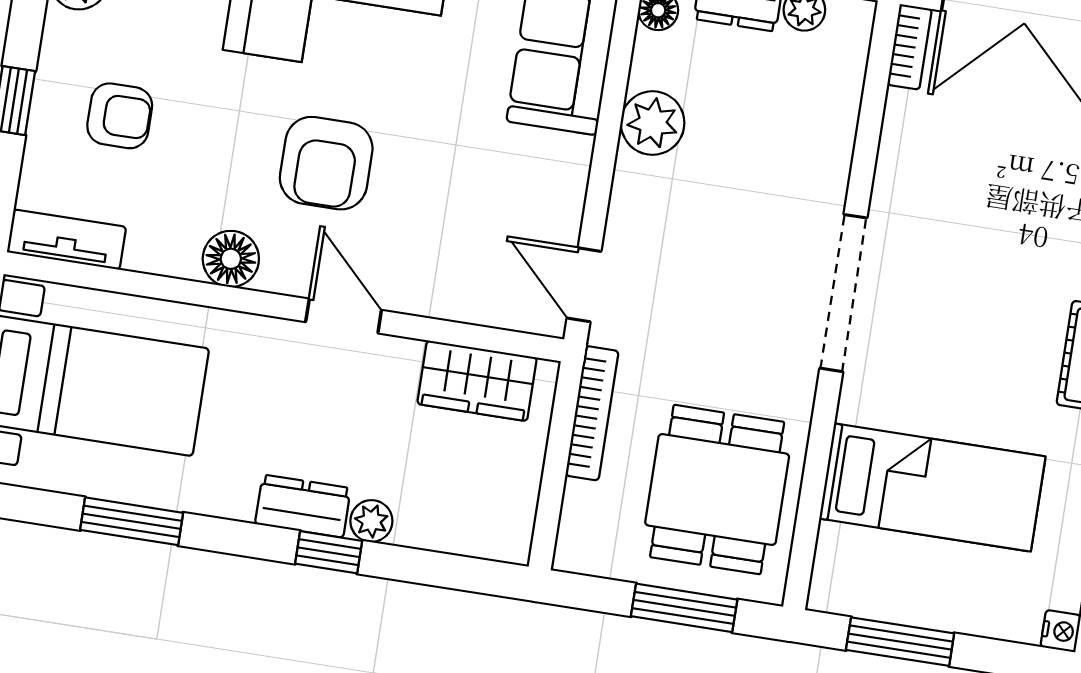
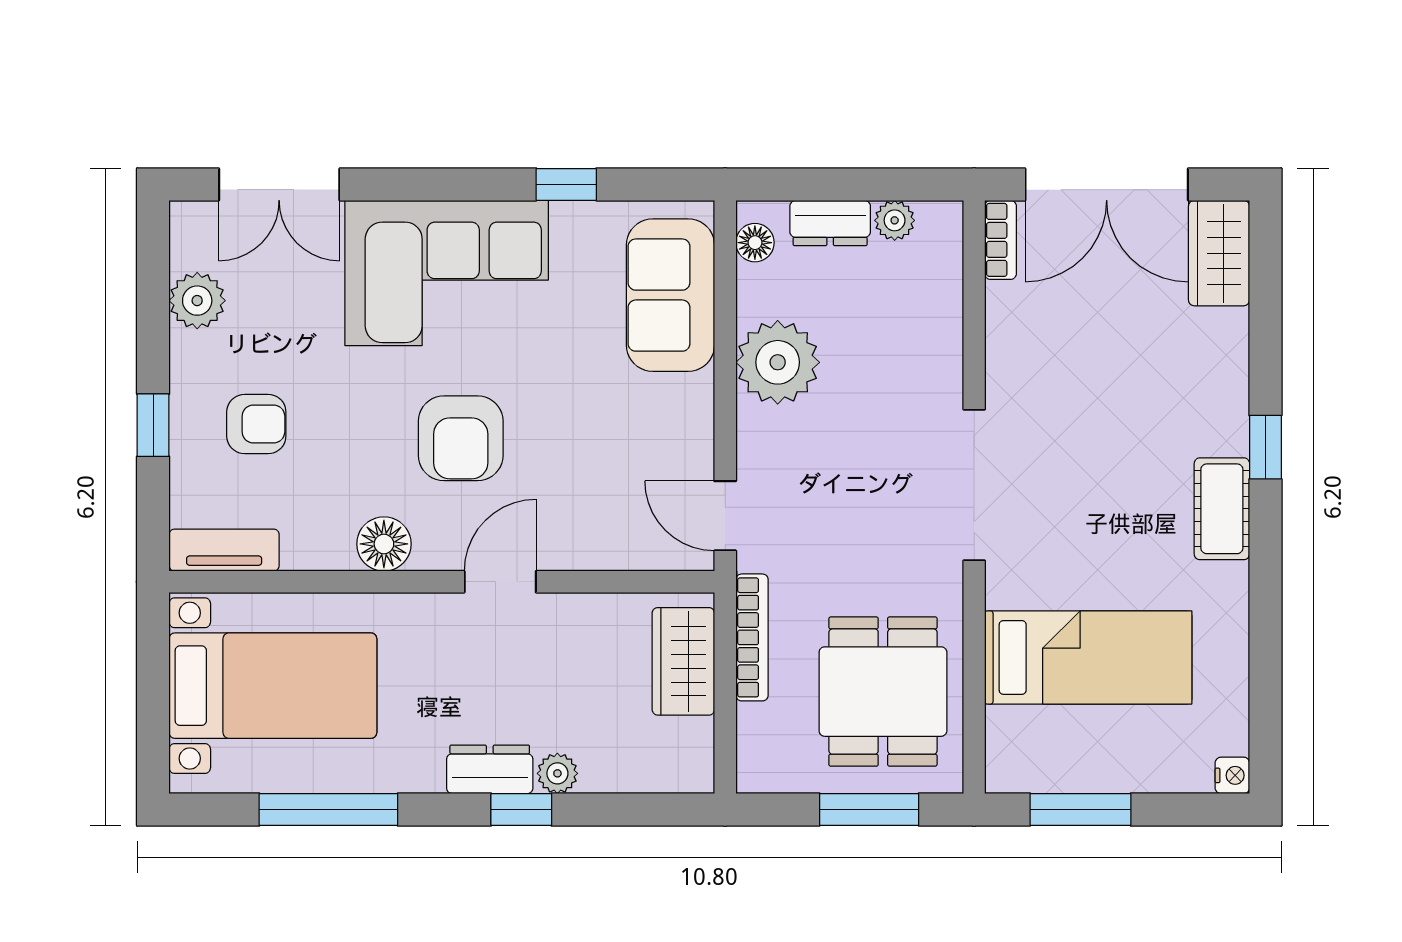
plant: (653, 123) -> (778, 362), width x1.36, depth x1.36
door: (344, 316) -> (500, 582), hinge flipped
wardrobe: (477, 381) -> (683, 661), moved, turned 90
window: (132, 521) -> (328, 810), width x1.44

